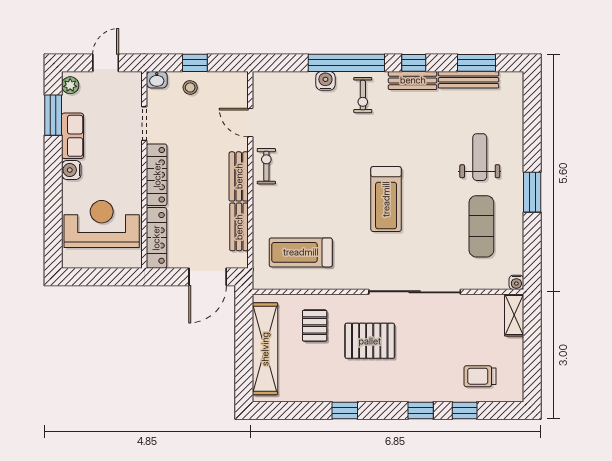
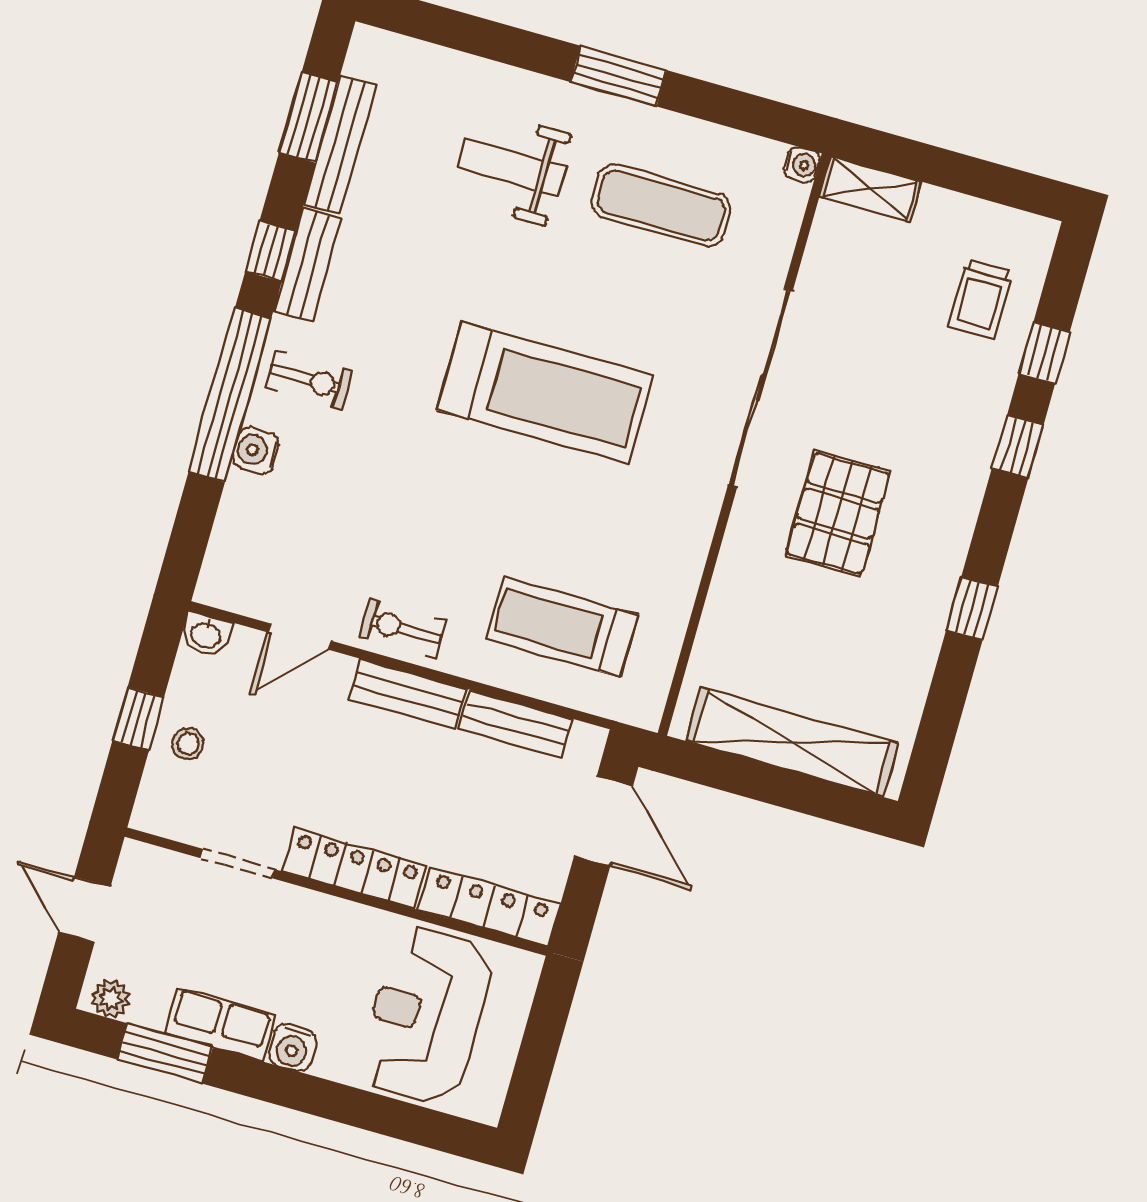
washbasin: (157, 80) -> (206, 634), moved, turned 90
treadmill: (386, 199) -> (545, 393), width x1.37, depth x1.37
treadmill: (301, 252) -> (562, 627), moved, turned 90
pallet: (315, 326) -> (772, 622), removed

